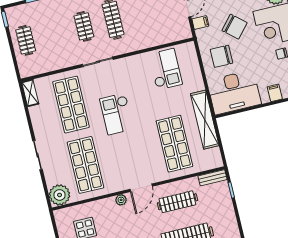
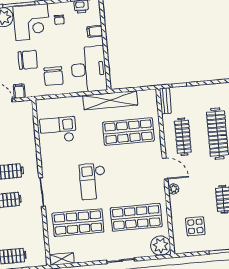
chair: (235, 27) -> (28, 60), turned 49
checkout: (117, 114) -> (93, 181), turned 90

